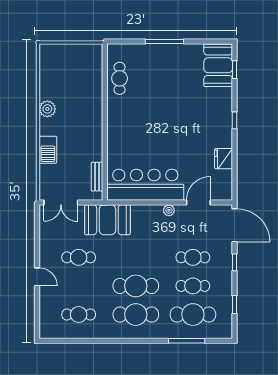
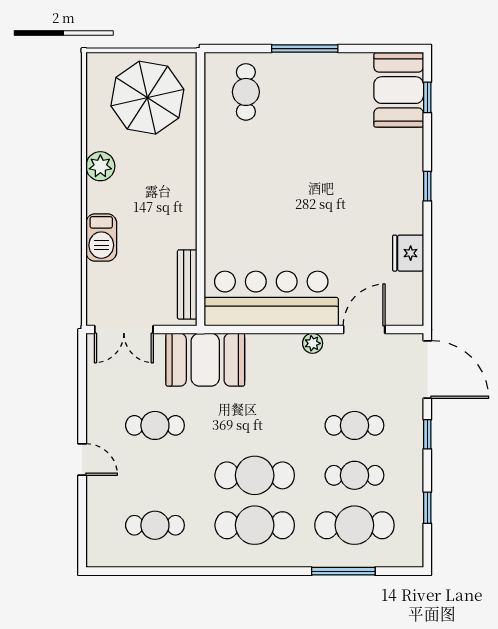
parasol: (74, 70) -> (147, 98), added
cafe table: (120, 78) -> (246, 92), moved
bench: (97, 177) -> (187, 284), width x1.36

